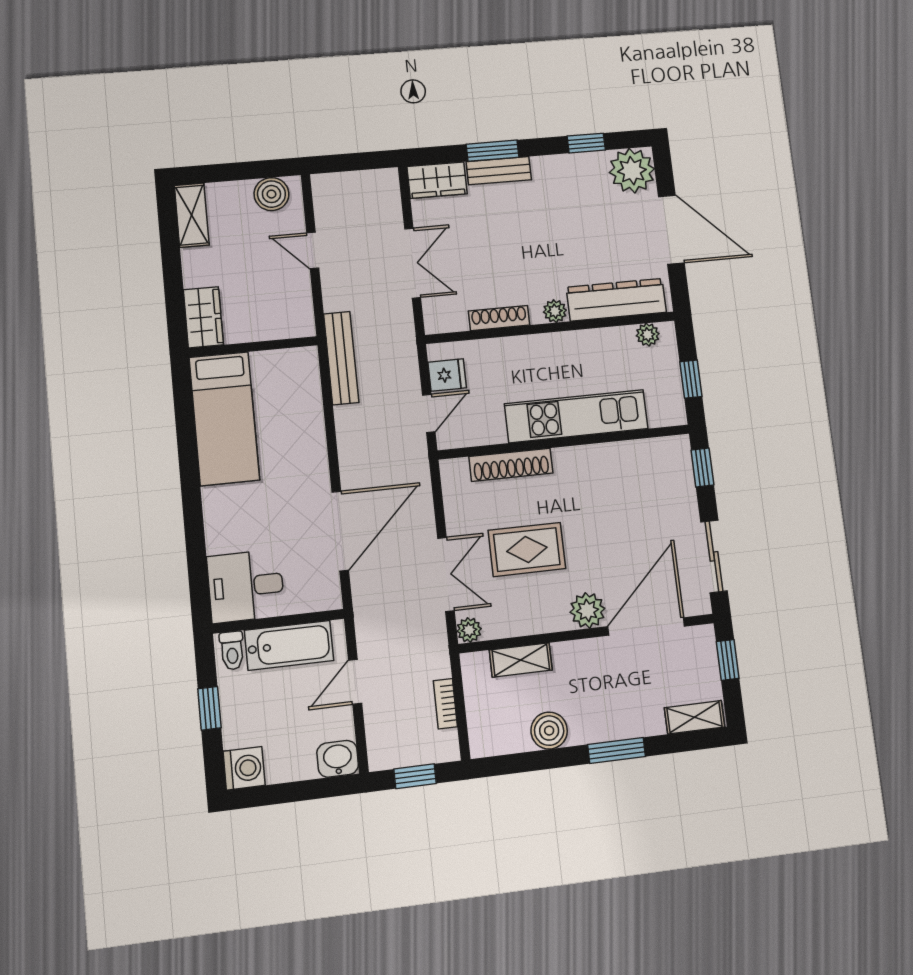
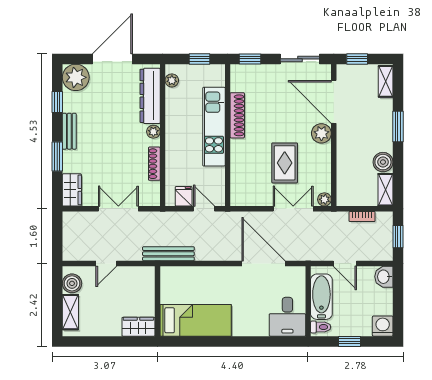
bench: (499, 171) -> (69, 131), moved
shelving: (192, 215) -> (70, 312), moved, turned 90
shoe rack: (511, 465) -> (237, 115), moved
shelving: (521, 660) -> (385, 190), moved

